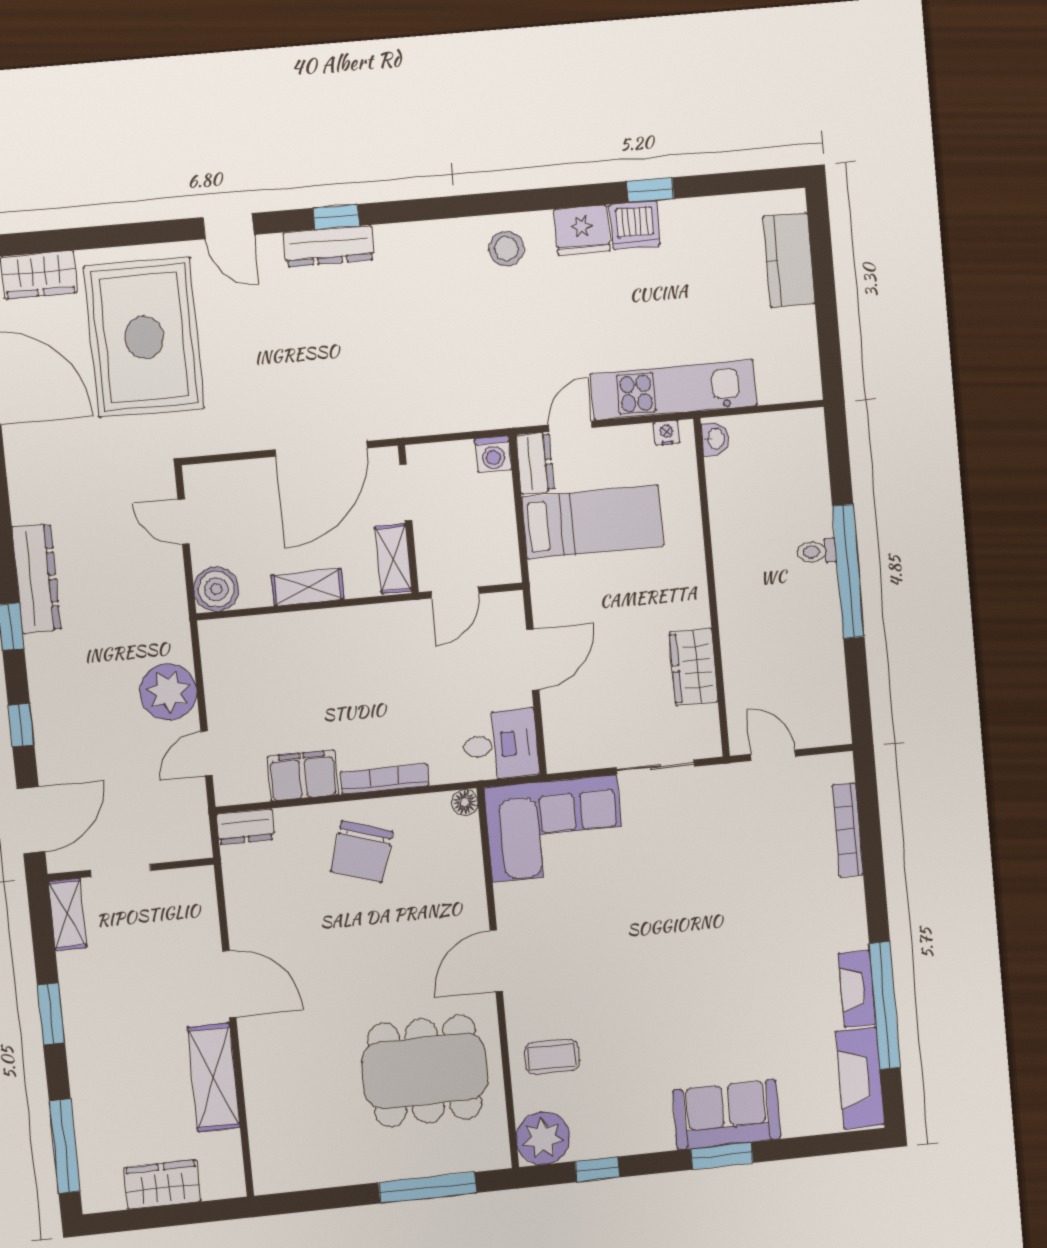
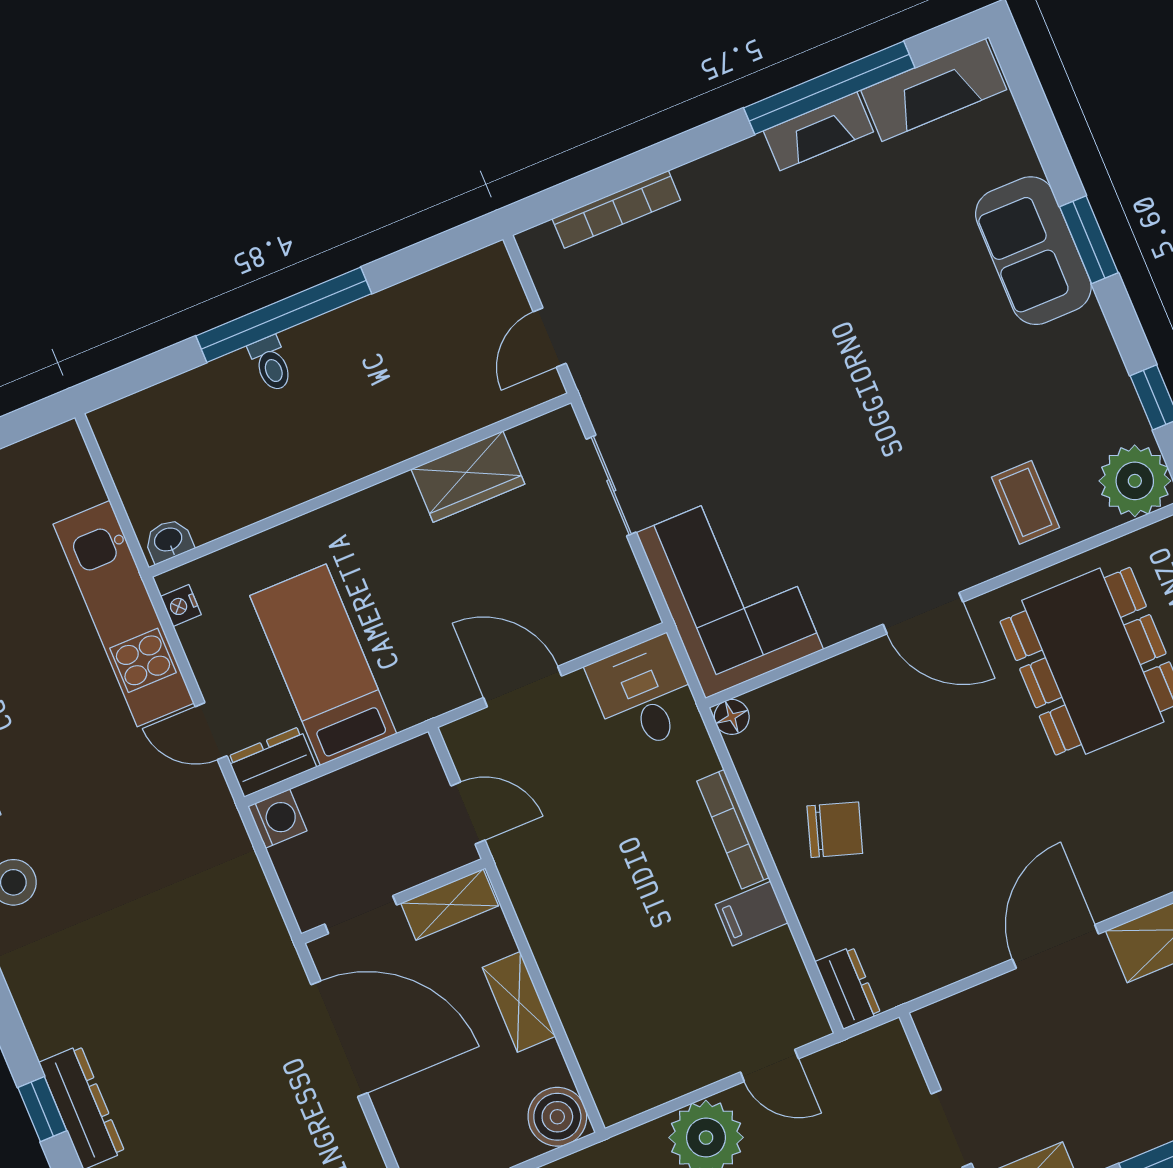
filing cabinet: (303, 776) -> (752, 914), width x0.50
chair: (362, 852) -> (835, 830), width x0.73, depth x0.73

